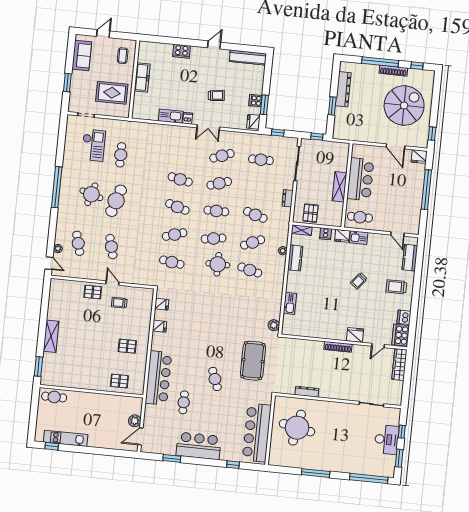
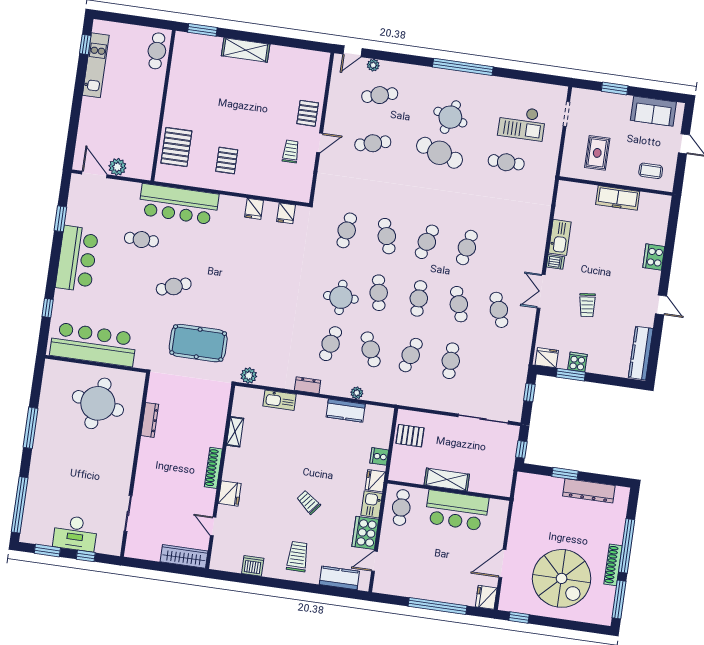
window: (417, 66) -> (619, 599), width x2.17
rug: (112, 93) -> (597, 153), width x0.73, depth x0.70
cafe table: (261, 160) -> (451, 361), moved
dresser: (288, 198) -> (308, 385), moved
shelving: (302, 230) -> (235, 432), moved
cooker: (401, 335) -> (365, 533), moved, turned -90
pallet: (119, 381) -> (176, 147), width x1.50, depth x1.42

